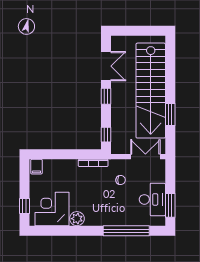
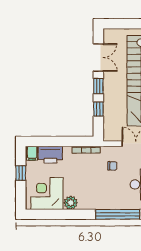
window: (106, 135) -> (98, 109), moved
printer: (56, 168) -> (50, 155), added
window: (25, 206) -> (21, 173), moved

